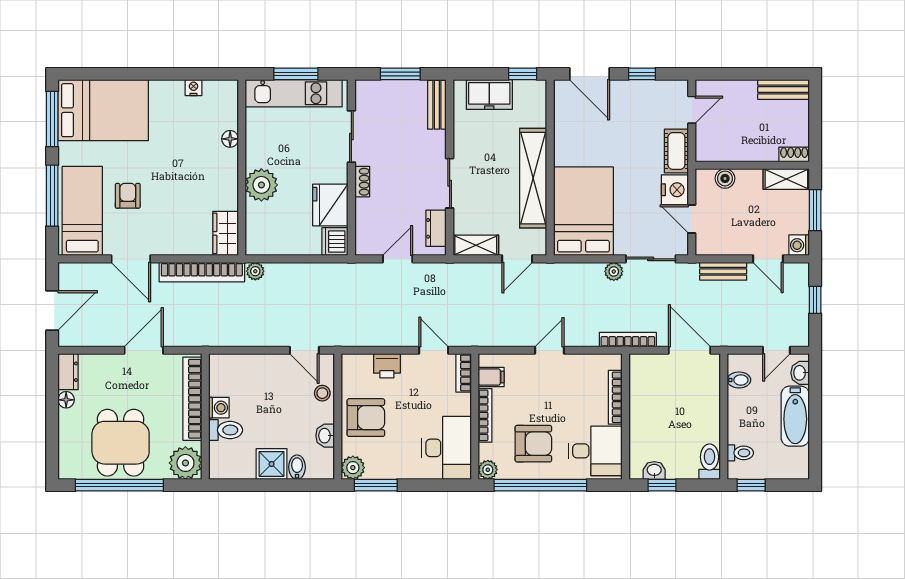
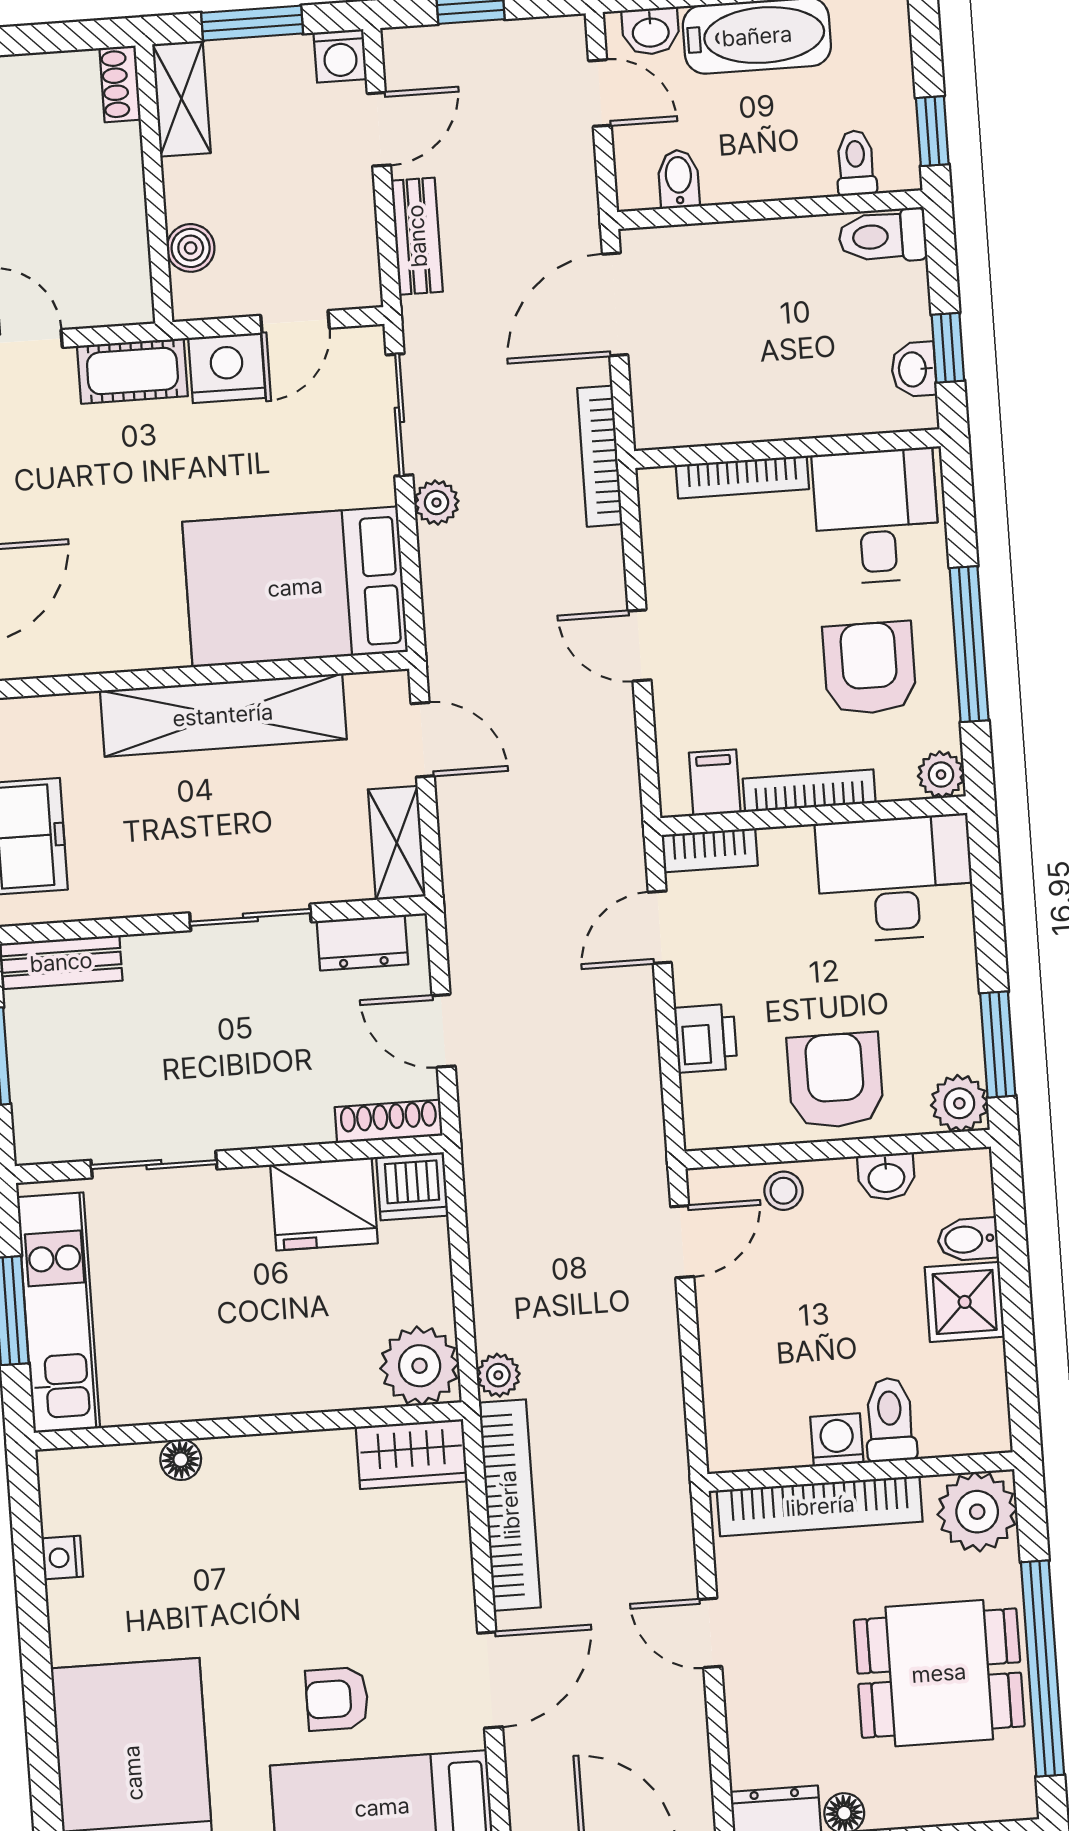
shoe rack: (362, 182) -> (389, 1121), moved, width x1.43
plant: (261, 185) -> (420, 1366), moved
door: (144, 350) -> (710, 1633), width x0.73
window: (540, 485) -> (969, 644), width x0.68

